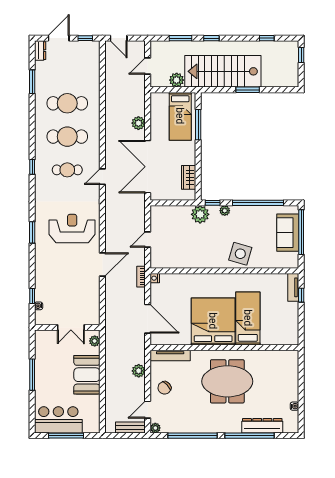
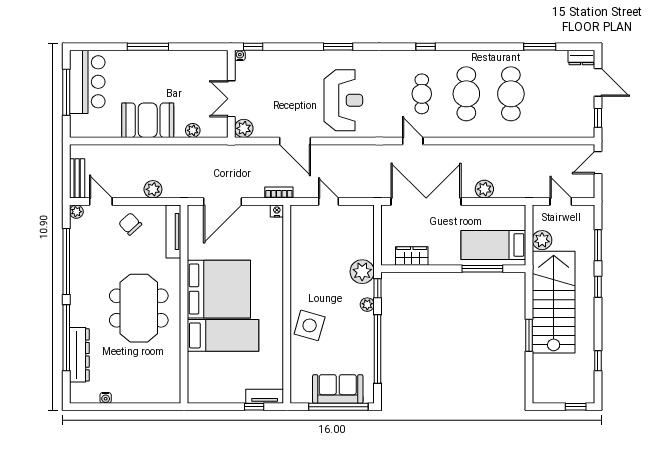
plant: (93, 303) -> (244, 128), added
wall: (67, 327) -> (231, 94), moved
double door: (71, 327) -> (231, 99), moved

